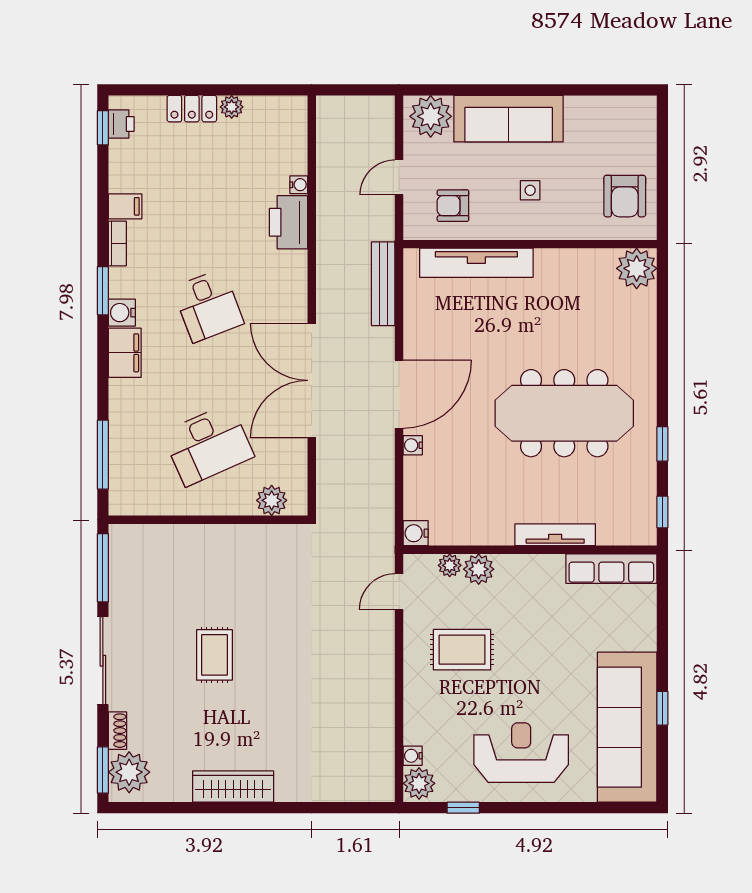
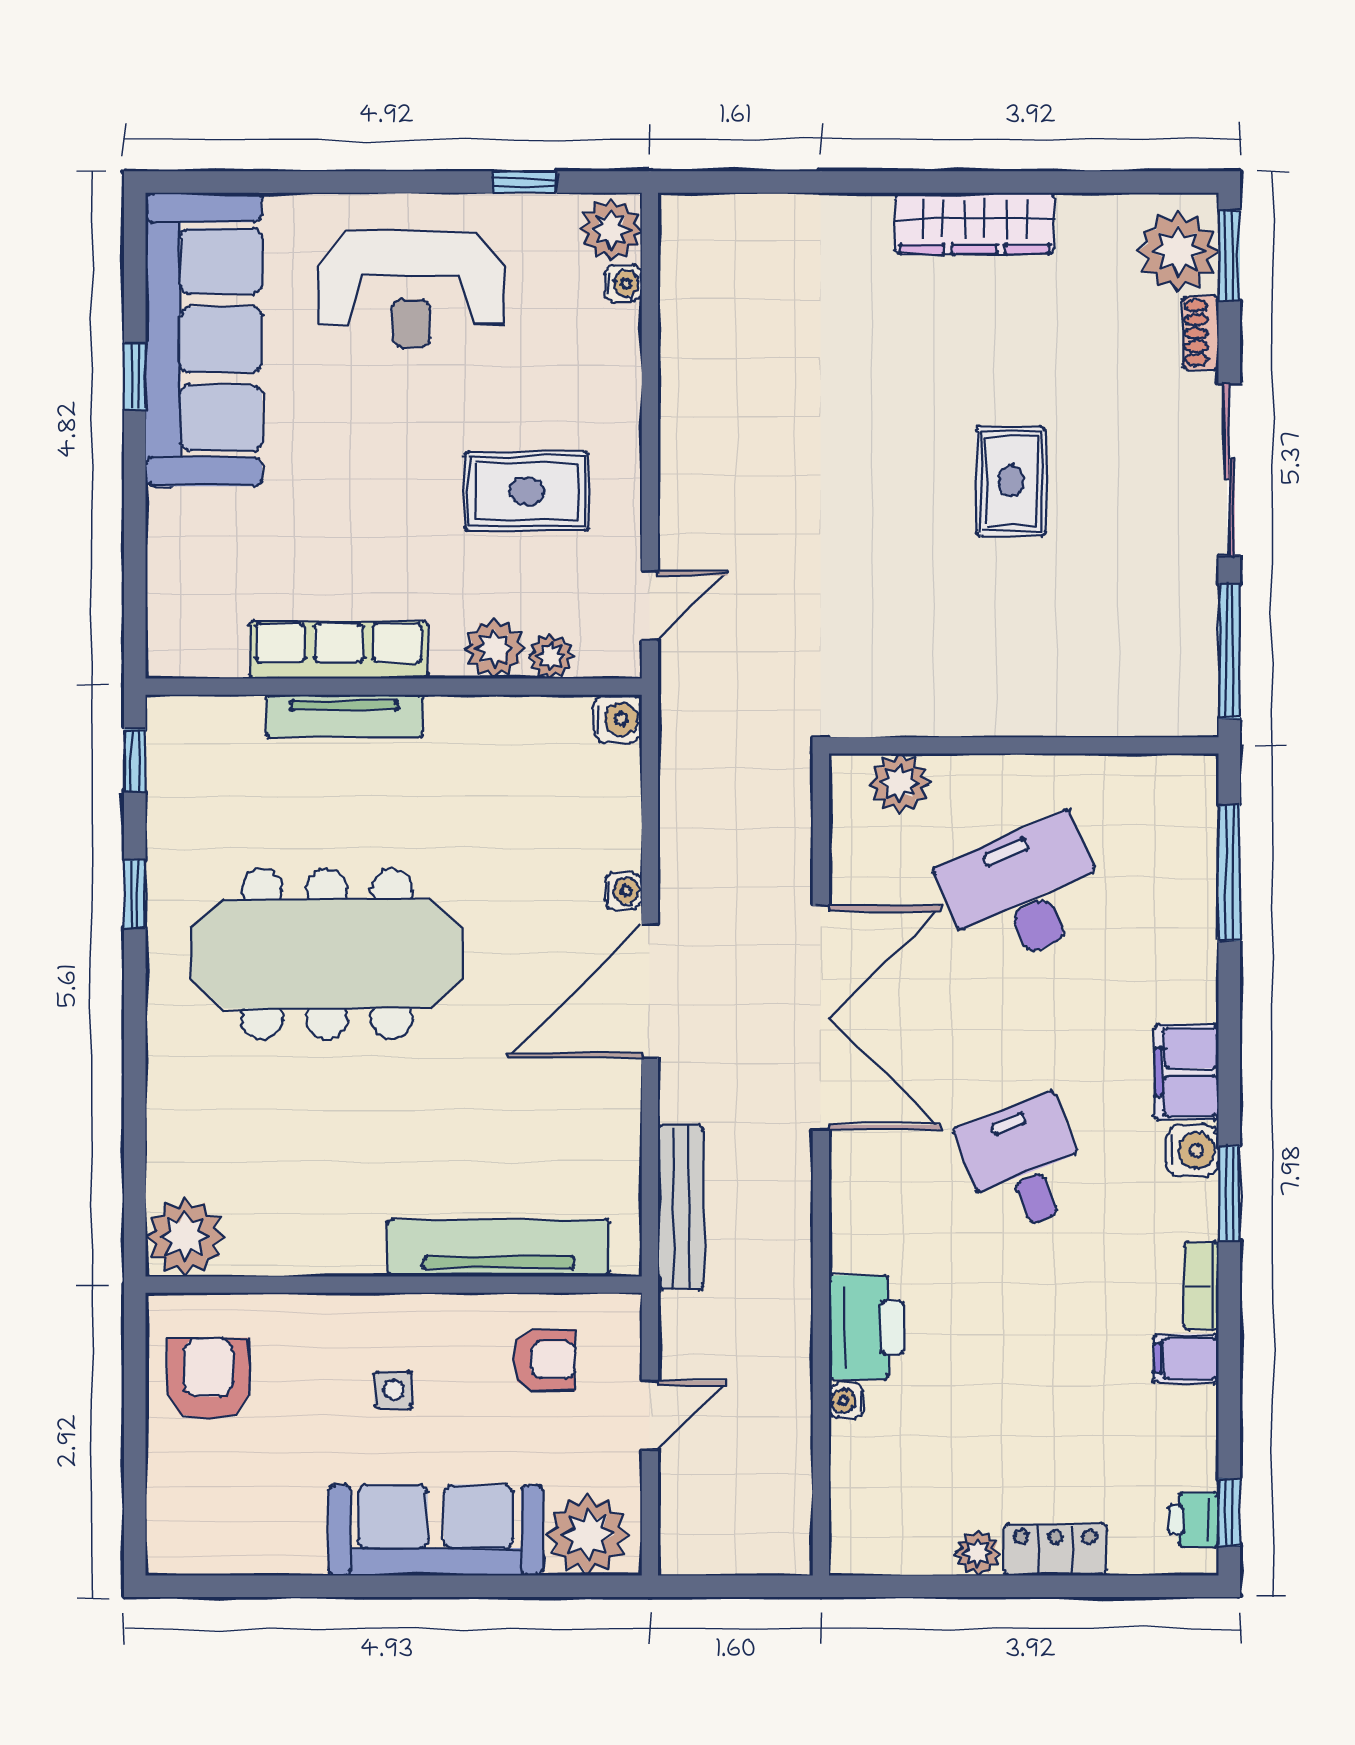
row of seats: (611, 569) -> (339, 650), moved

